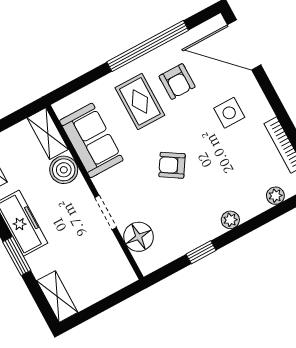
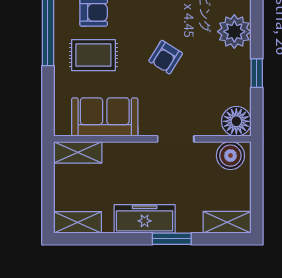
boiler: (64, 170) -> (230, 156), moved
plant: (230, 220) -> (234, 32), width x1.88, depth x1.88
floor lamp: (139, 237) -> (236, 121), moved

